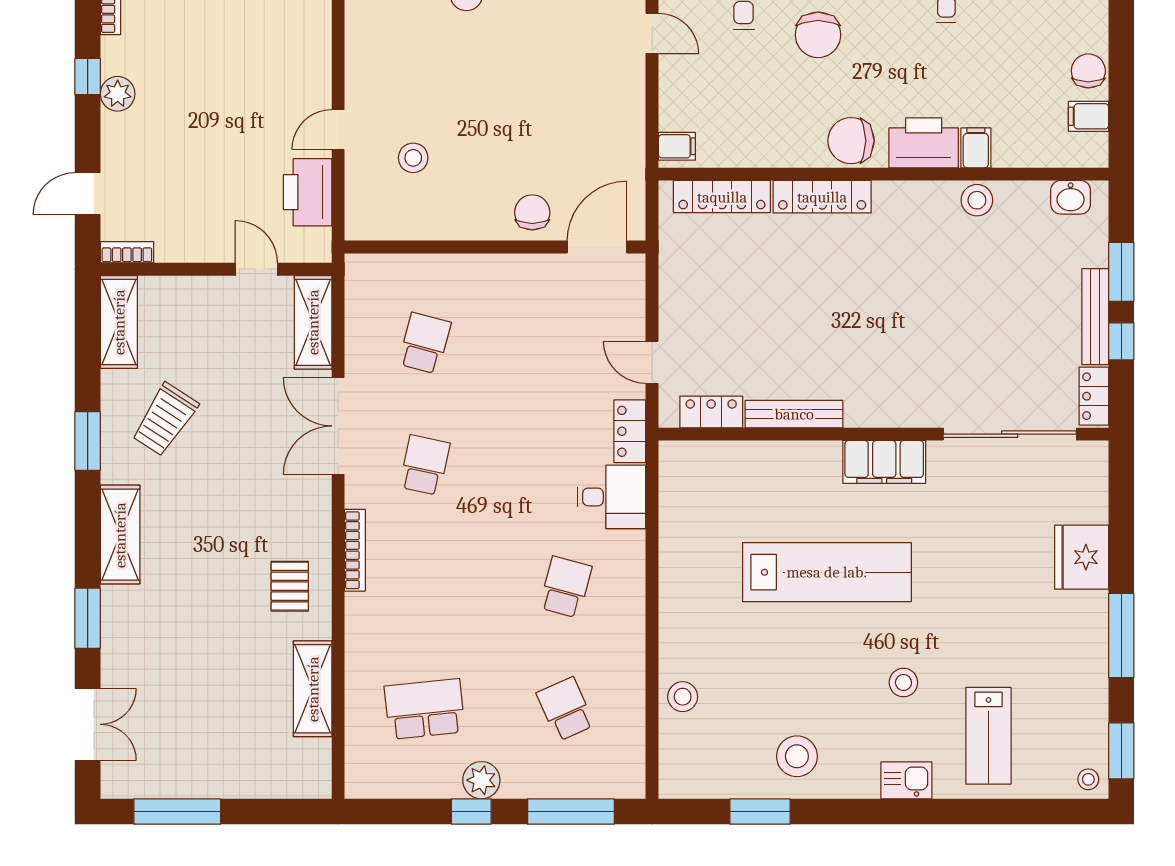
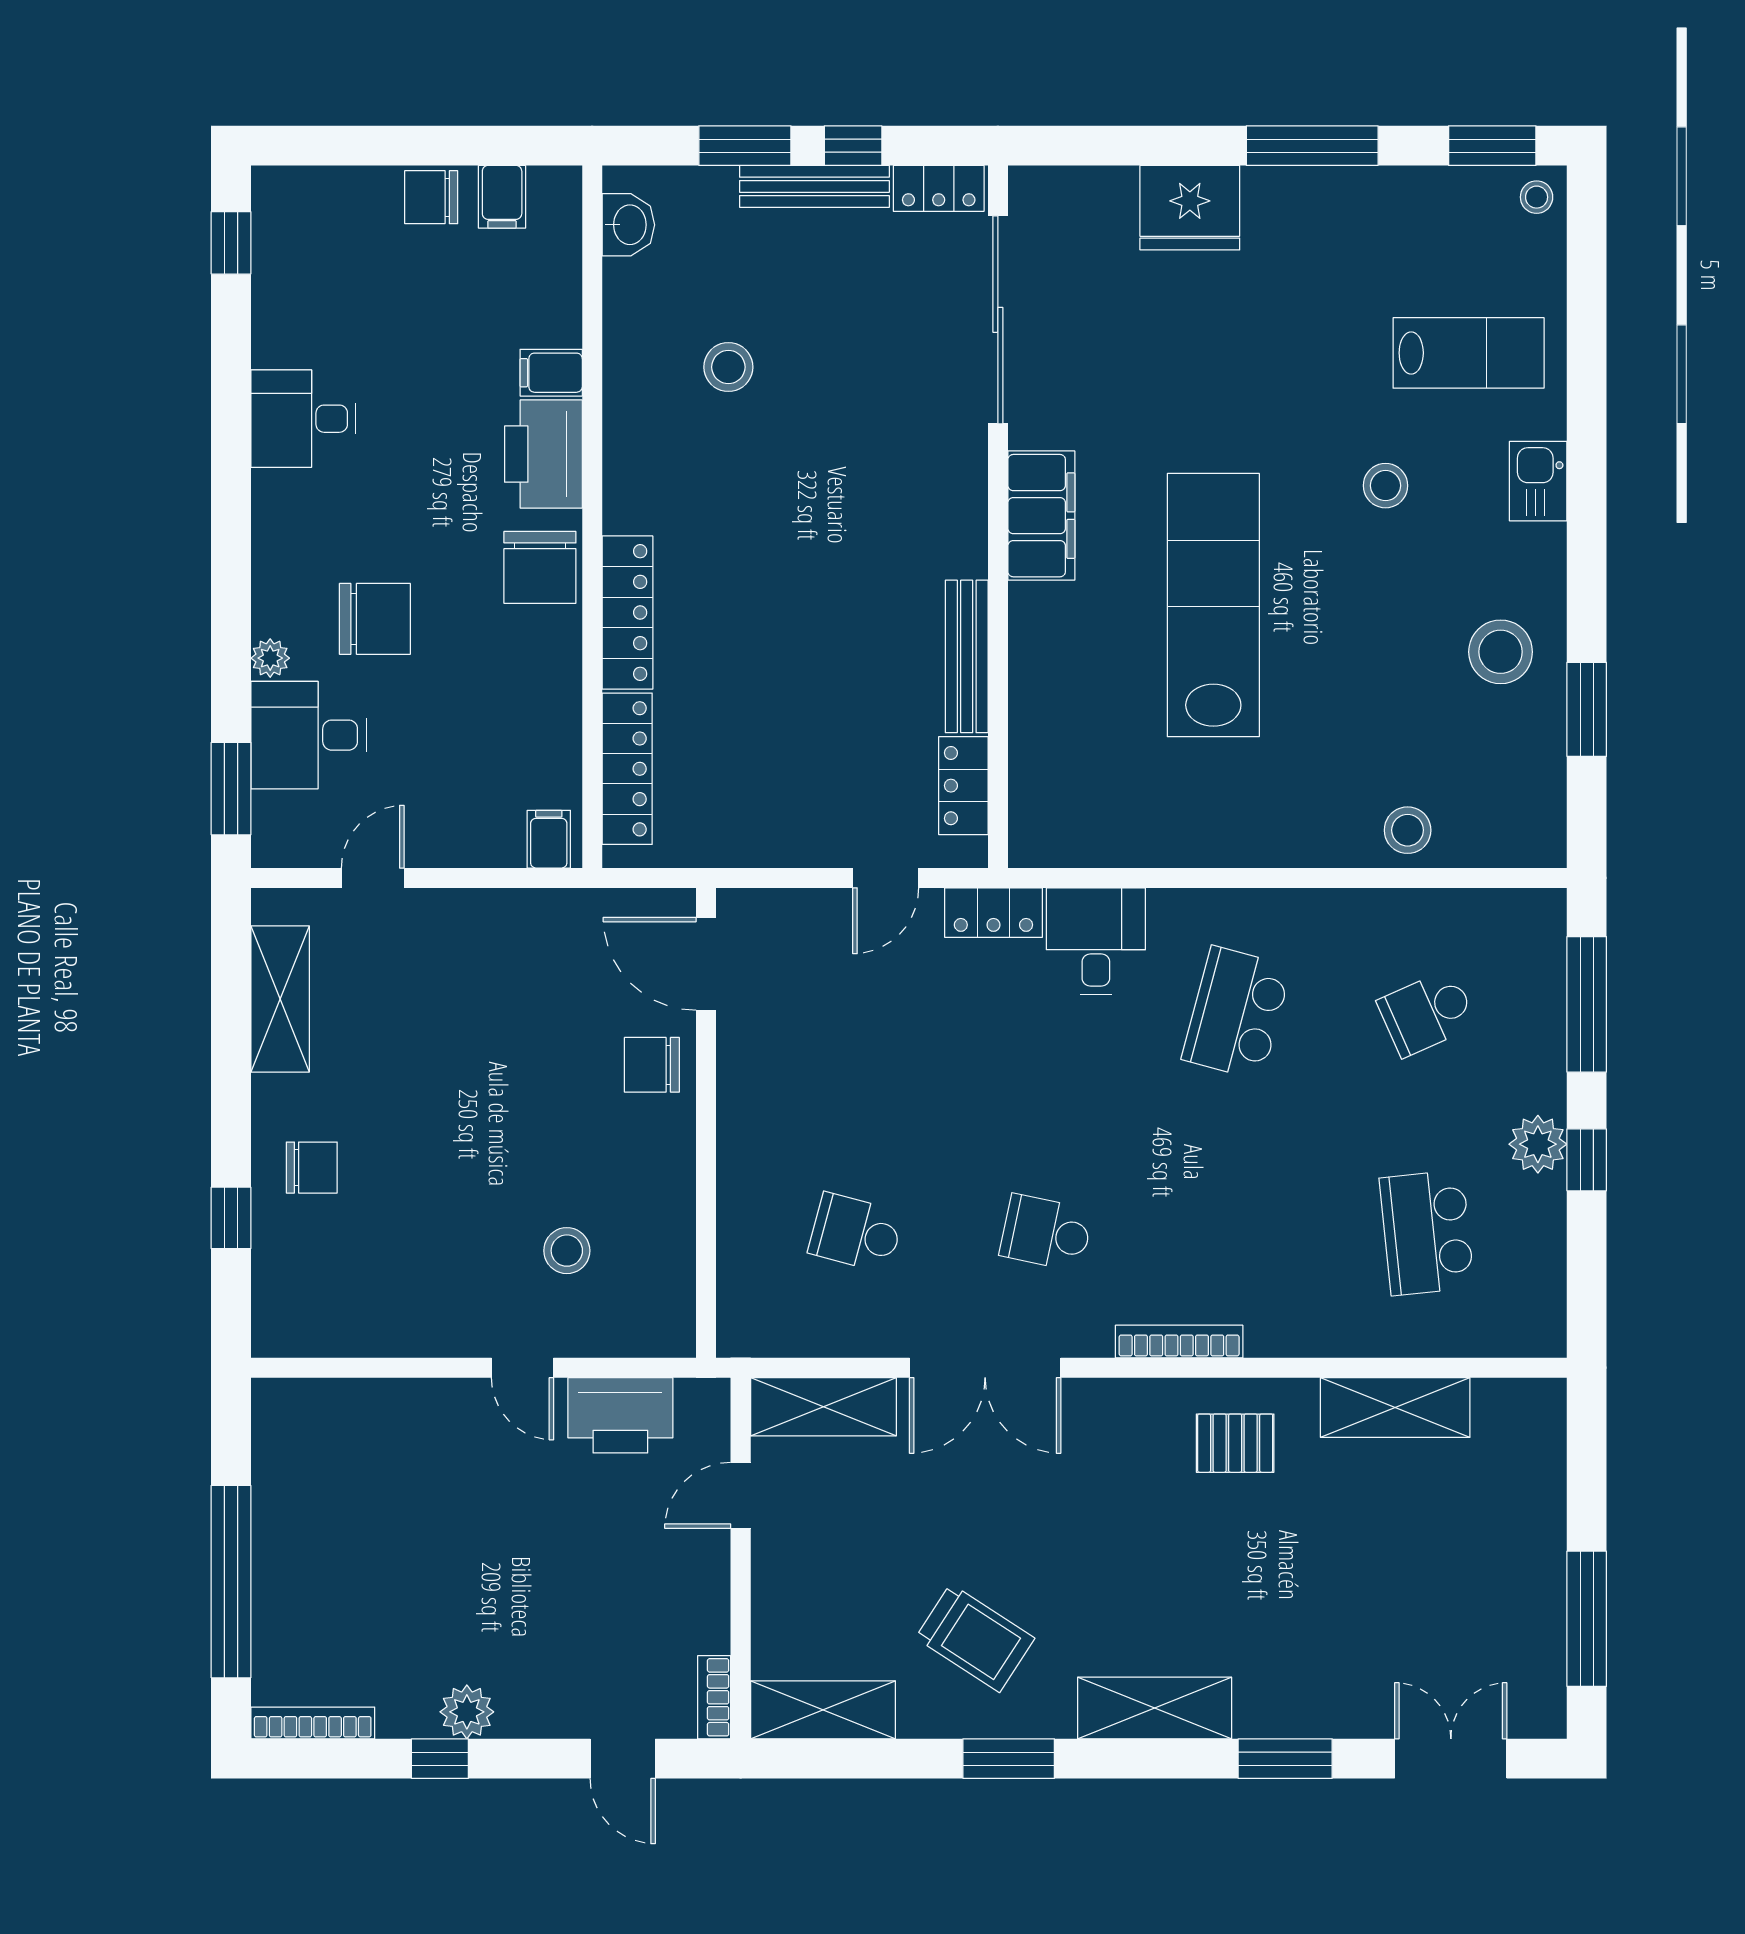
stool: (977, 200) -> (728, 367), moved
school desk: (565, 587) -> (1237, 1013), width x1.85

